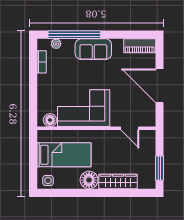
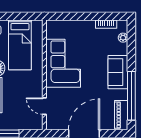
window: (74, 35) -> (131, 96), moved
floor lamp: (50, 120) -> (52, 32), removed
door: (130, 128) -> (44, 106), hinge flipped

